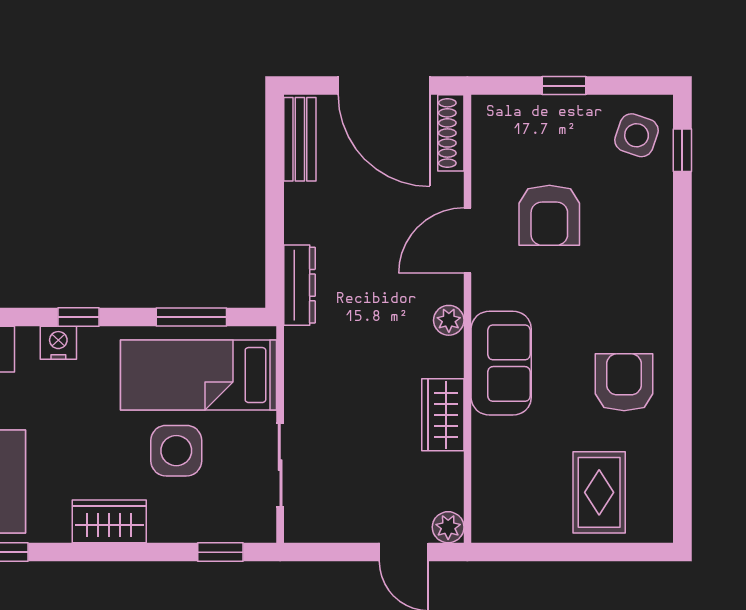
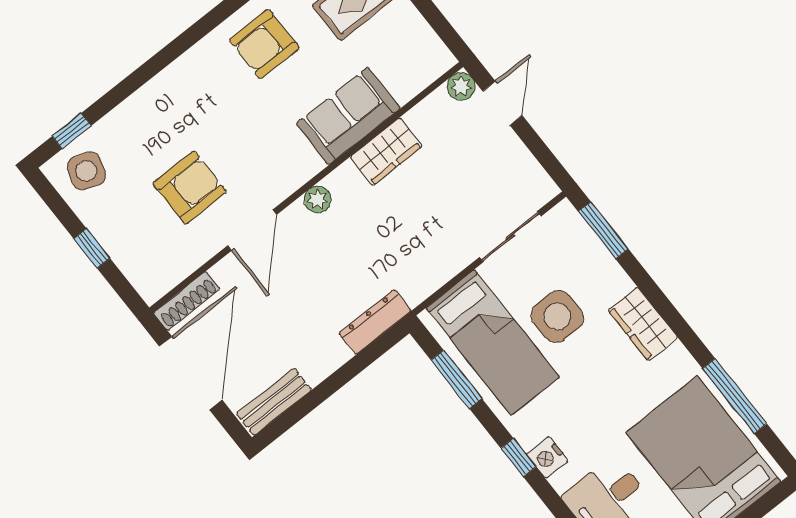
door: (467, 241) -> (252, 230), hinge flipped
sofa: (501, 363) -> (348, 116), moved
window: (220, 552) -> (603, 230), width x1.50

